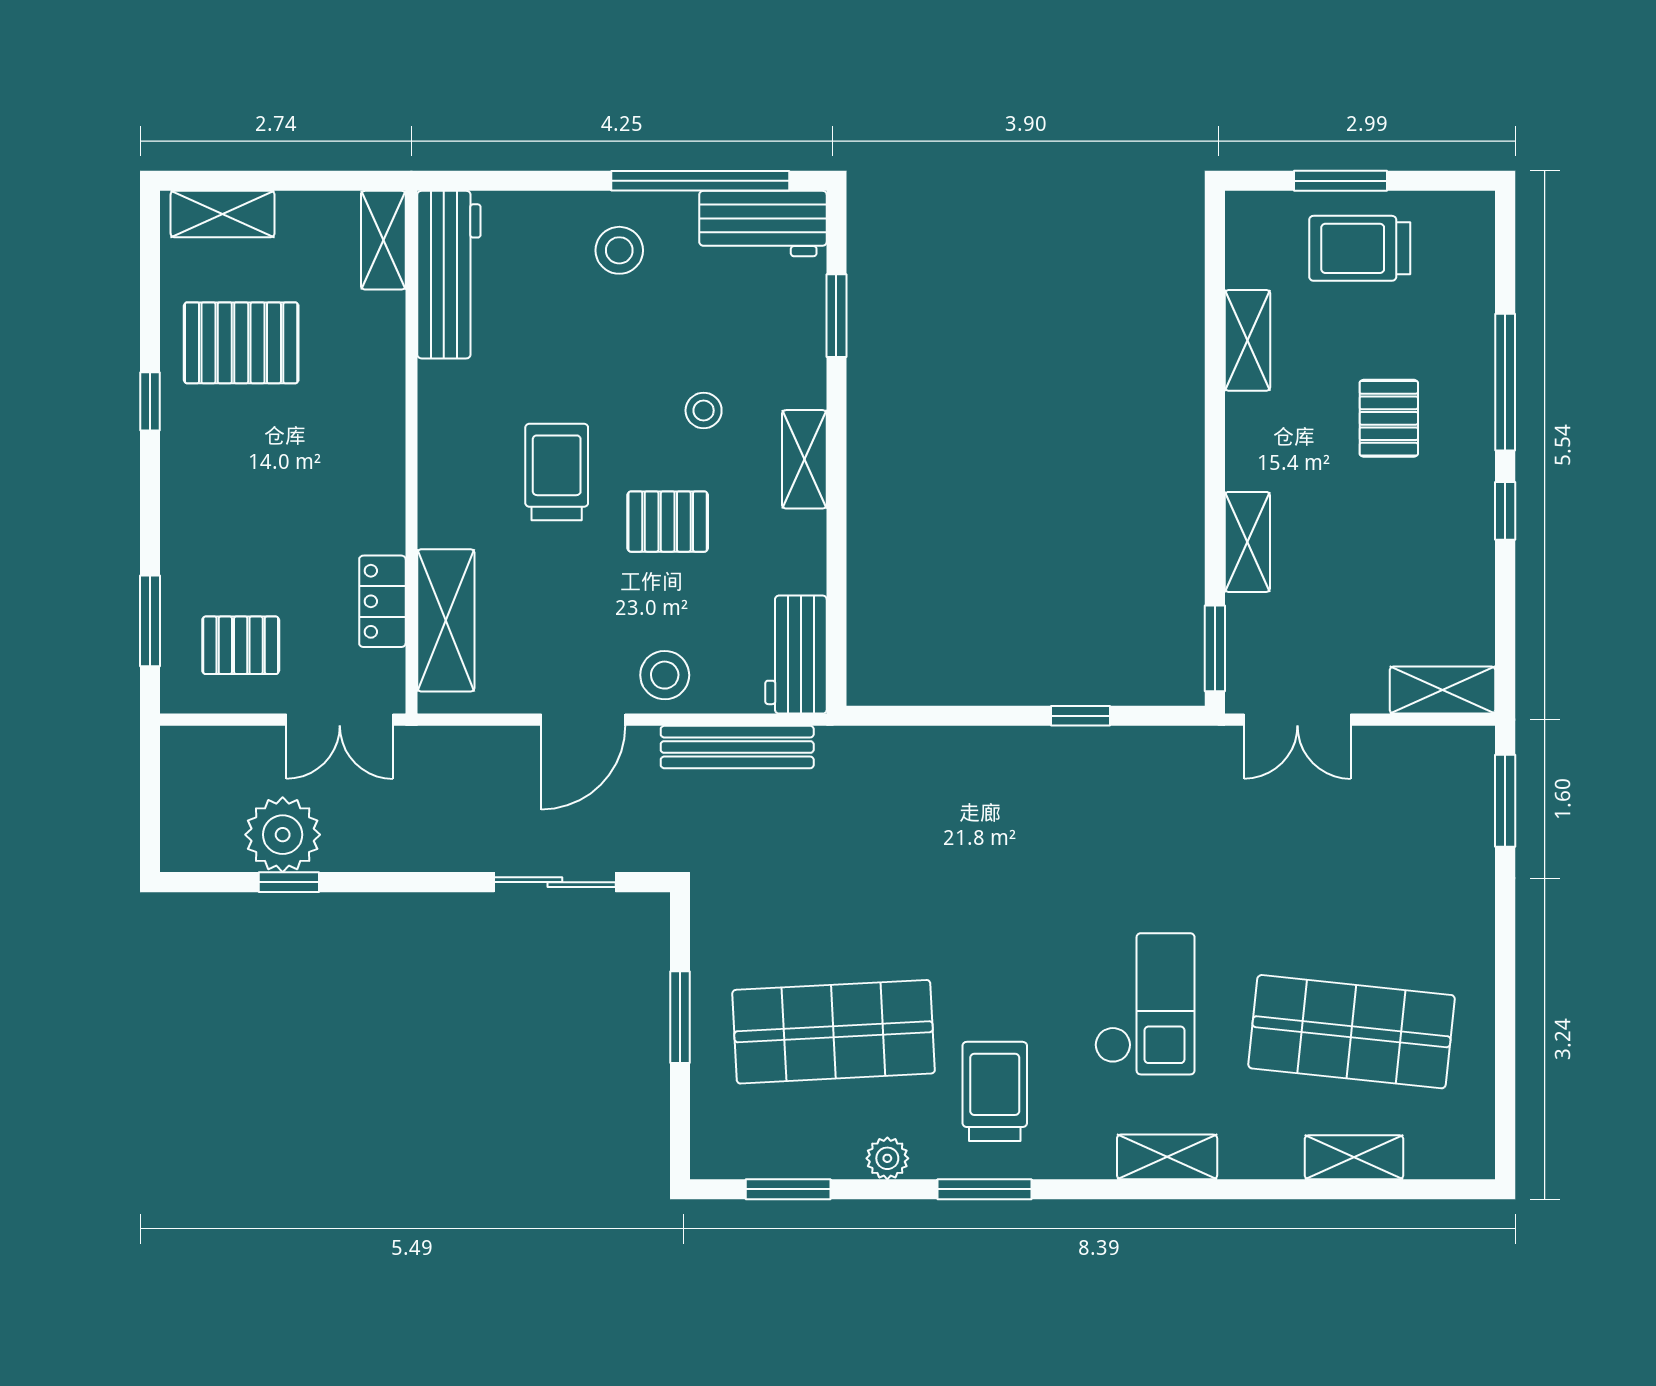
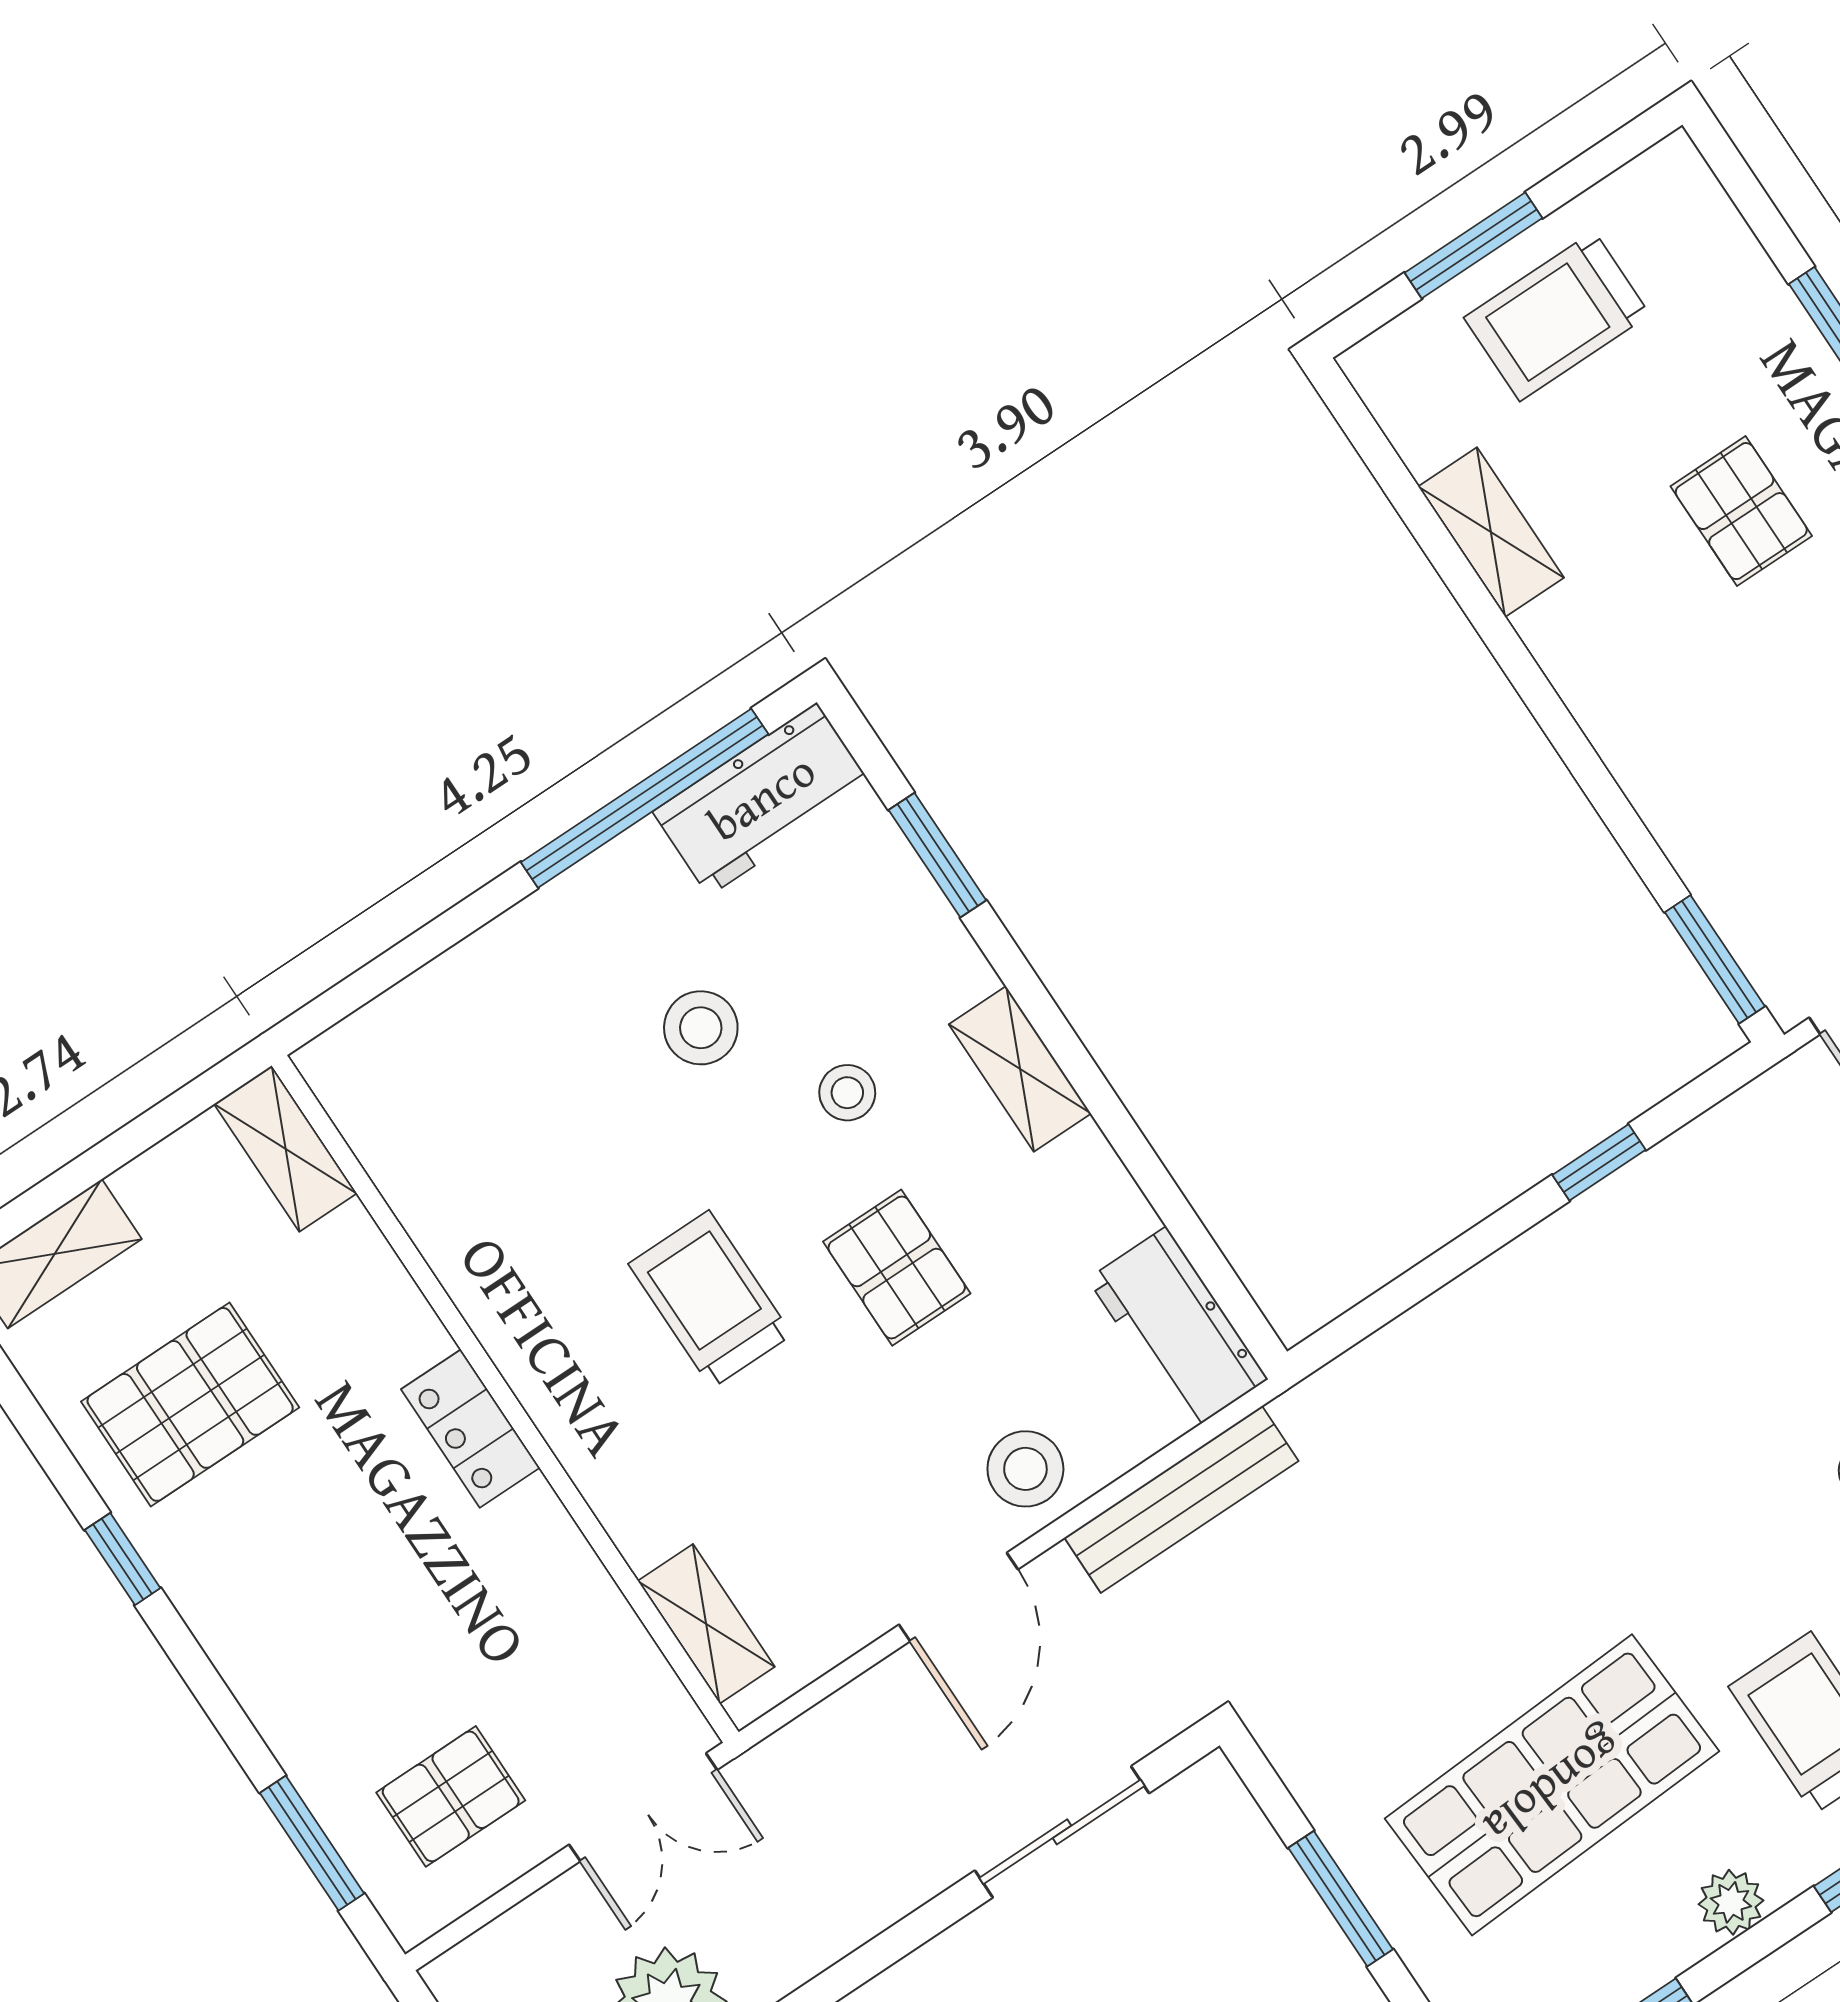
stool: (619, 250) -> (701, 1028), moved
workbench: (449, 275) -> (400, 1137), removed
pallet: (668, 522) -> (897, 1268), turned 90
shelving: (1247, 542) -> (1665, 793), removed
locker: (382, 601) -> (470, 1429), moved
shelving: (446, 620) -> (706, 1624), width x0.67, depth x0.75

